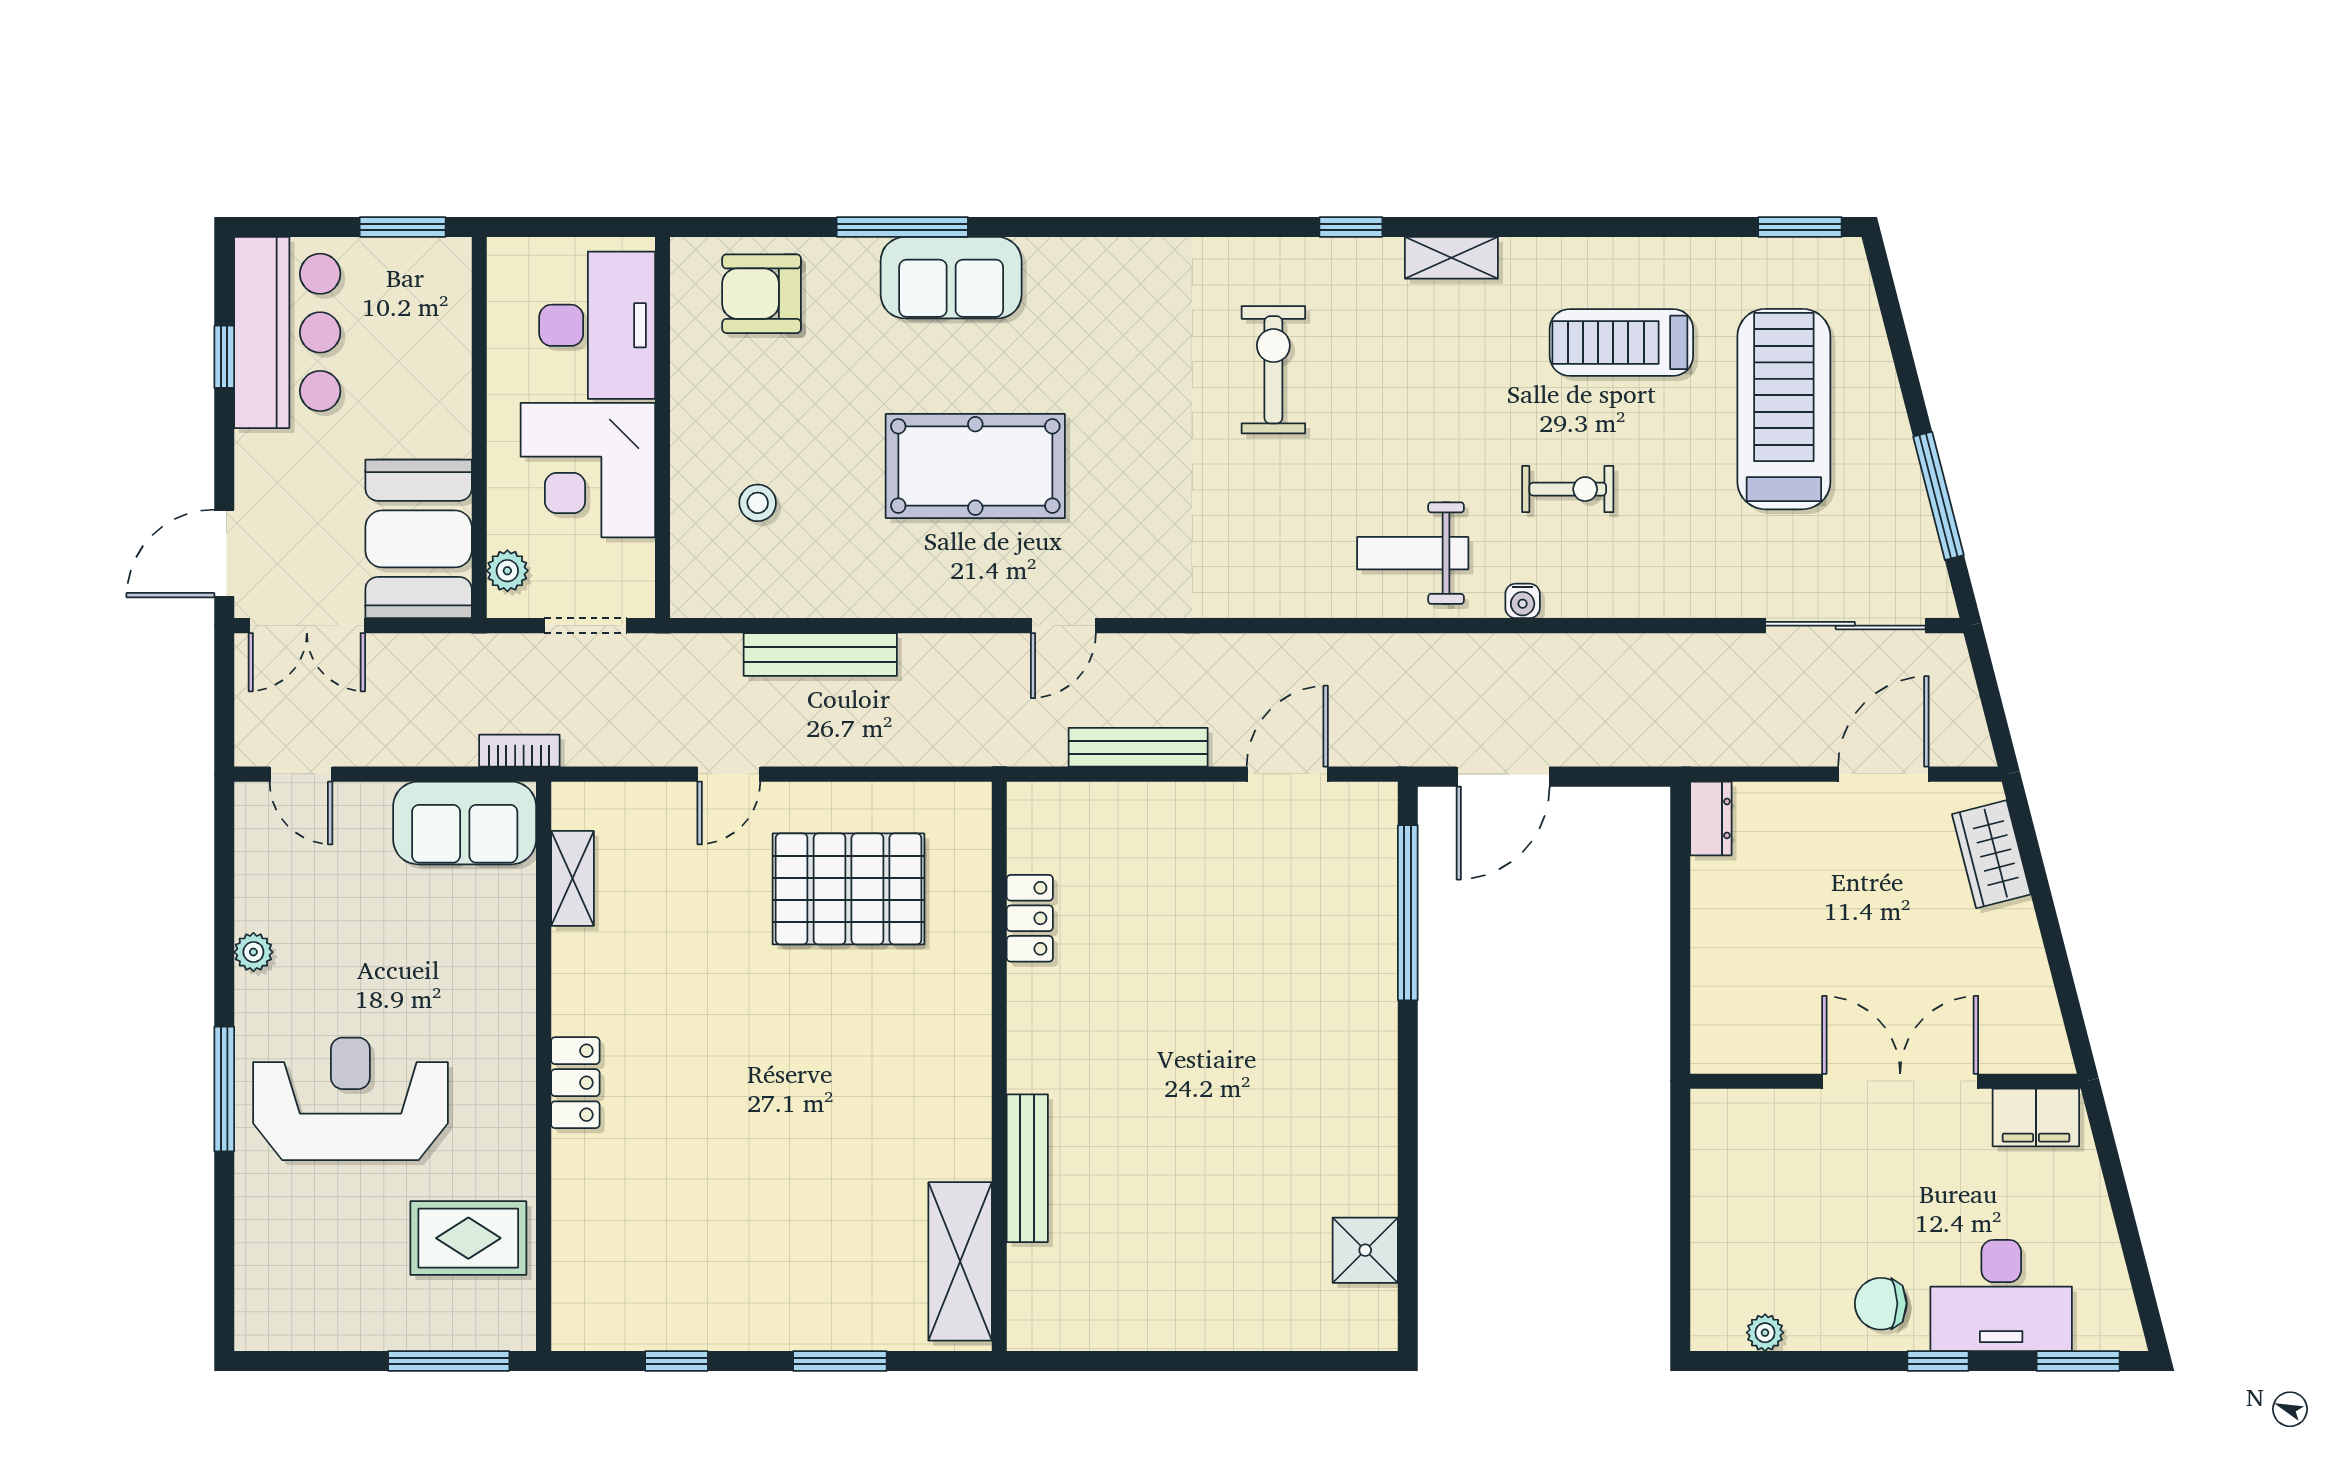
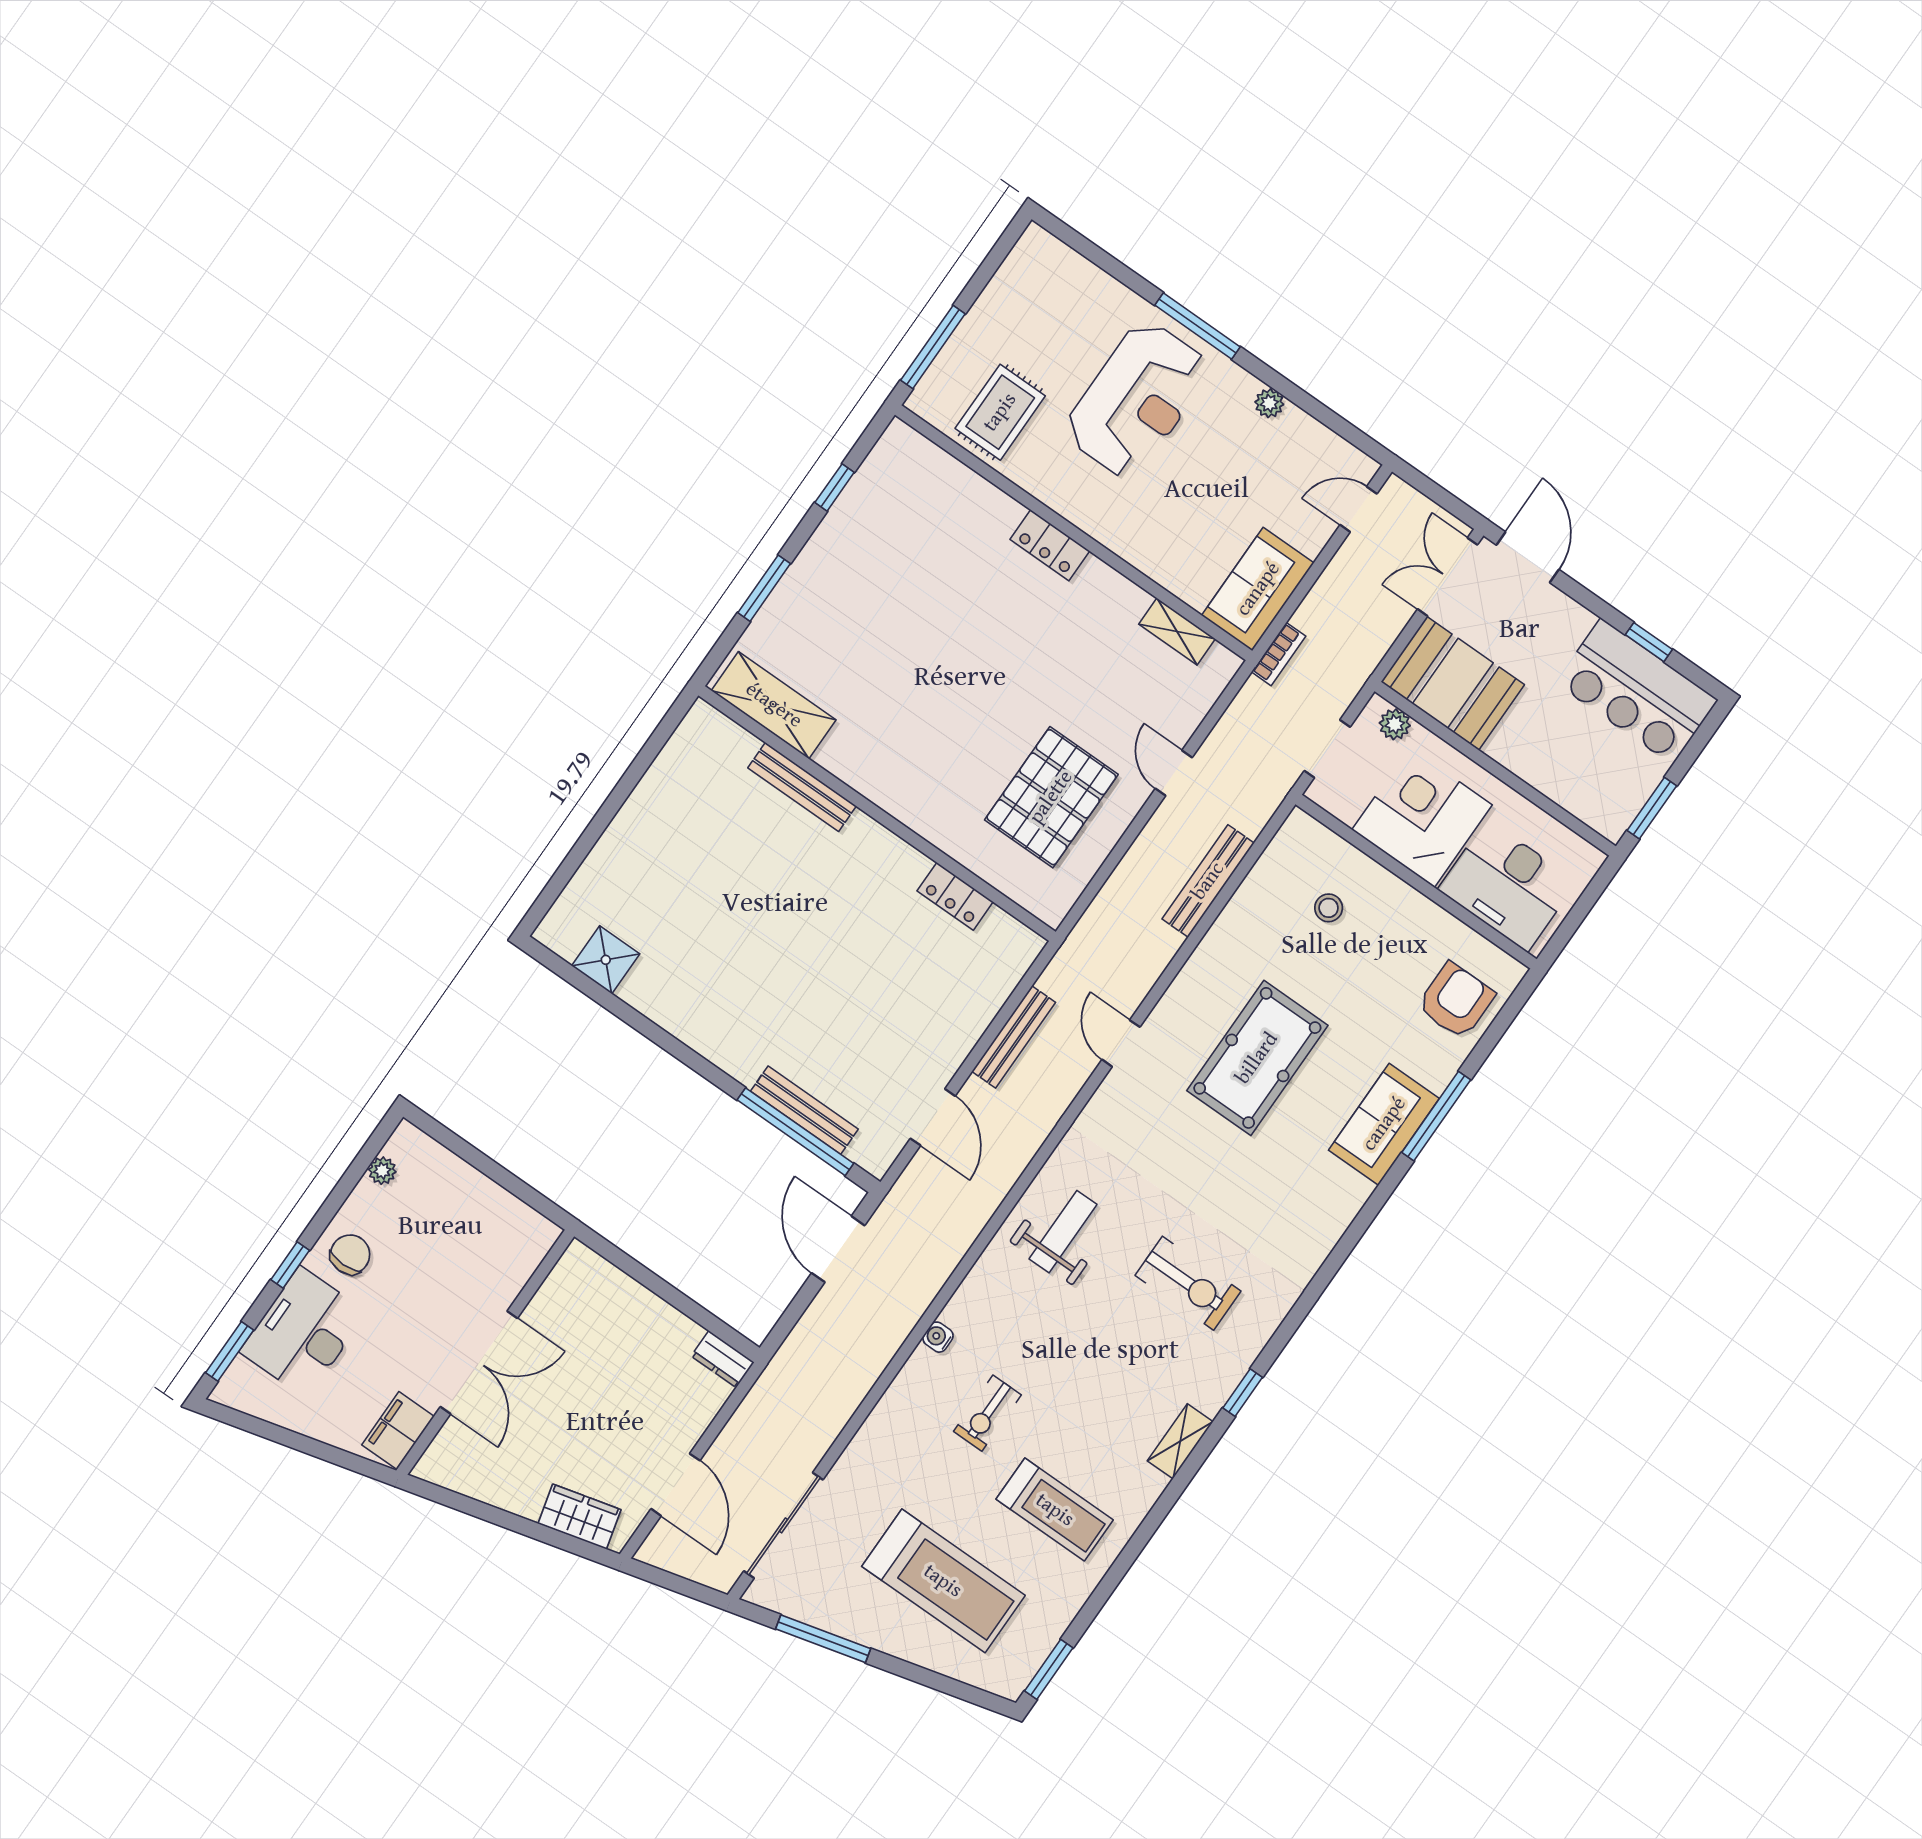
treadmill: (1621, 342) -> (1055, 1510), turned 90
weight bench: (1413, 553) -> (1063, 1232), moved
bench: (1377, 919) -> (804, 1110), added

